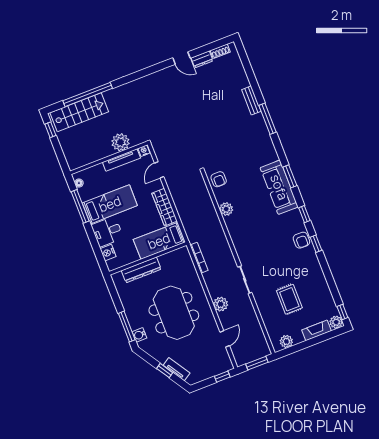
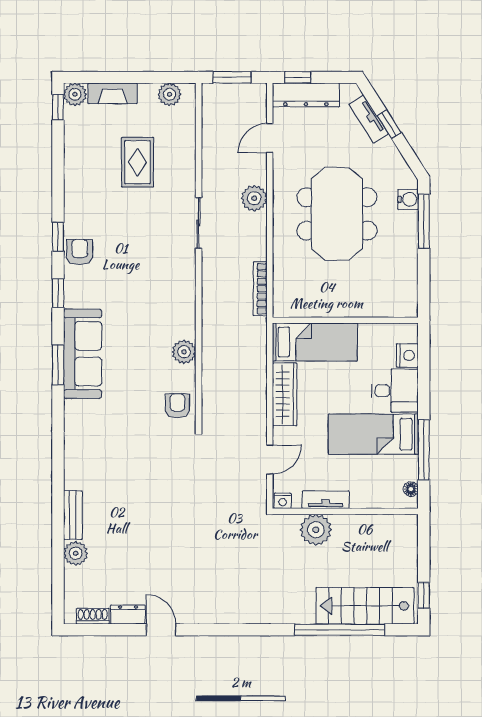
plant: (242, 81) -> (76, 553), added
window: (267, 119) -> (58, 474), removed
tv unit: (121, 160) -> (326, 500), width x0.71
dresser: (141, 270) -> (306, 95), moved, turned 180

